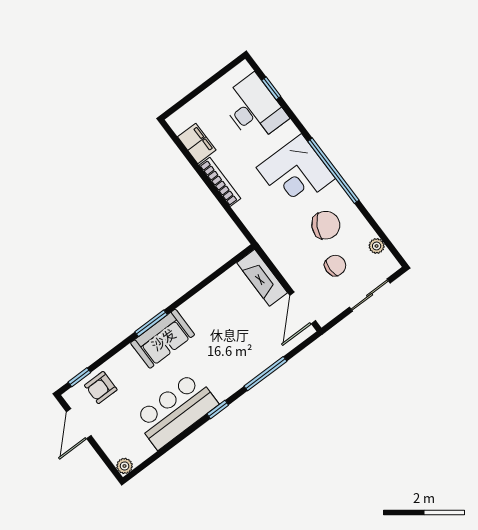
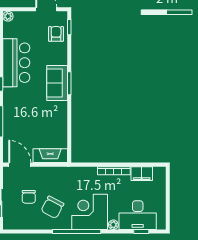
plant: (377, 246) -> (113, 225), moved

